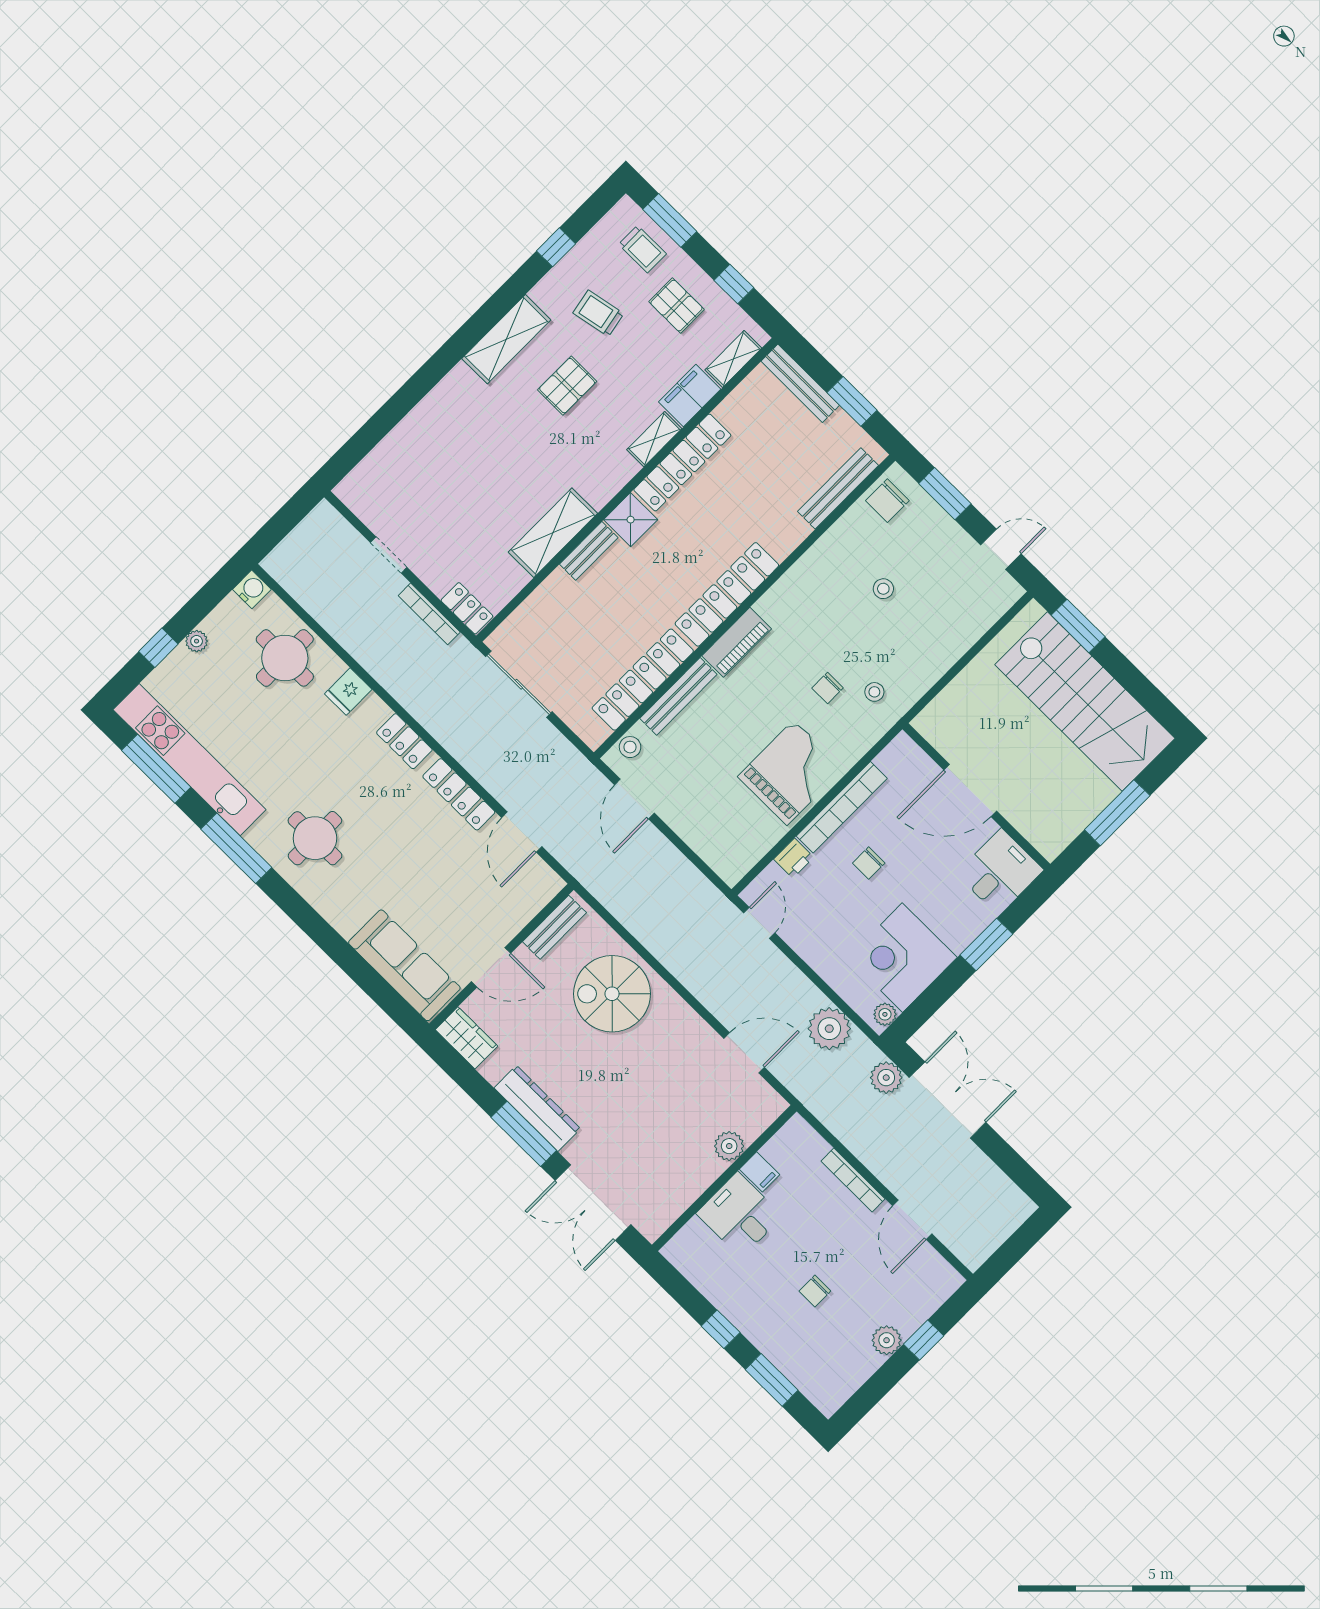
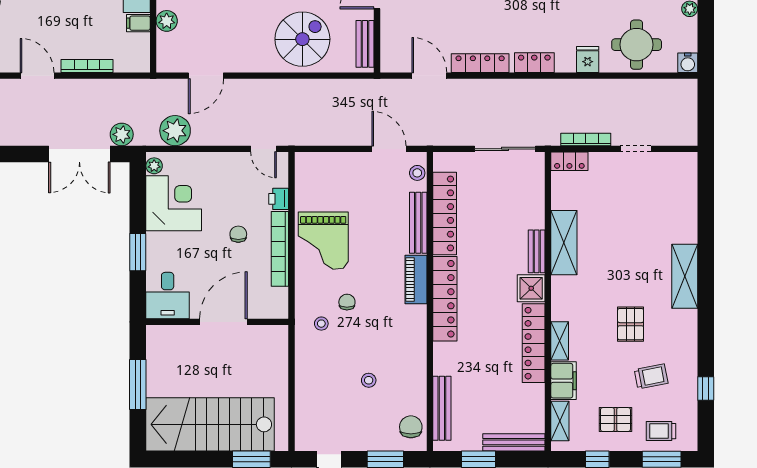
shelving: (506, 339) -> (685, 276), moved

